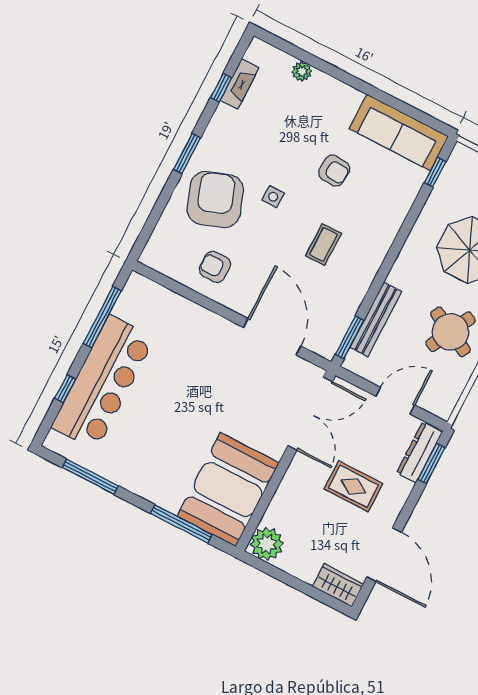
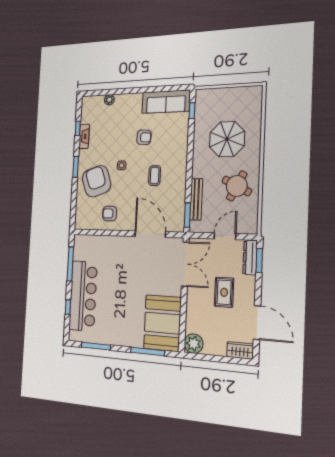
fireplace: (240, 84) -> (84, 136), moved
rug: (353, 486) -> (224, 292), turned 90

